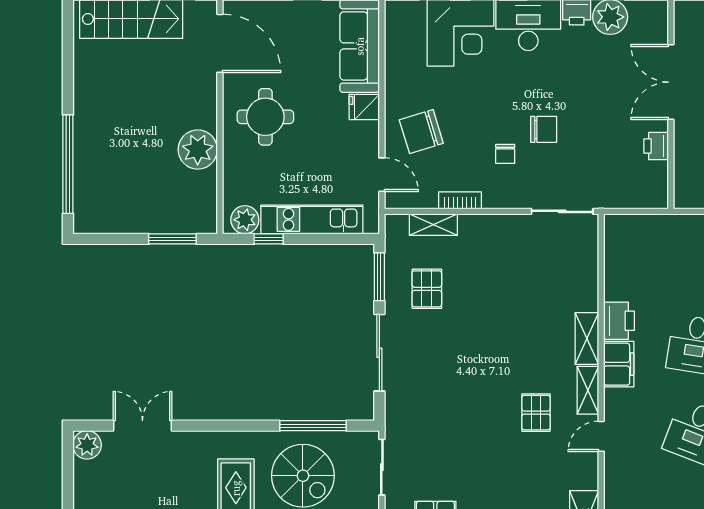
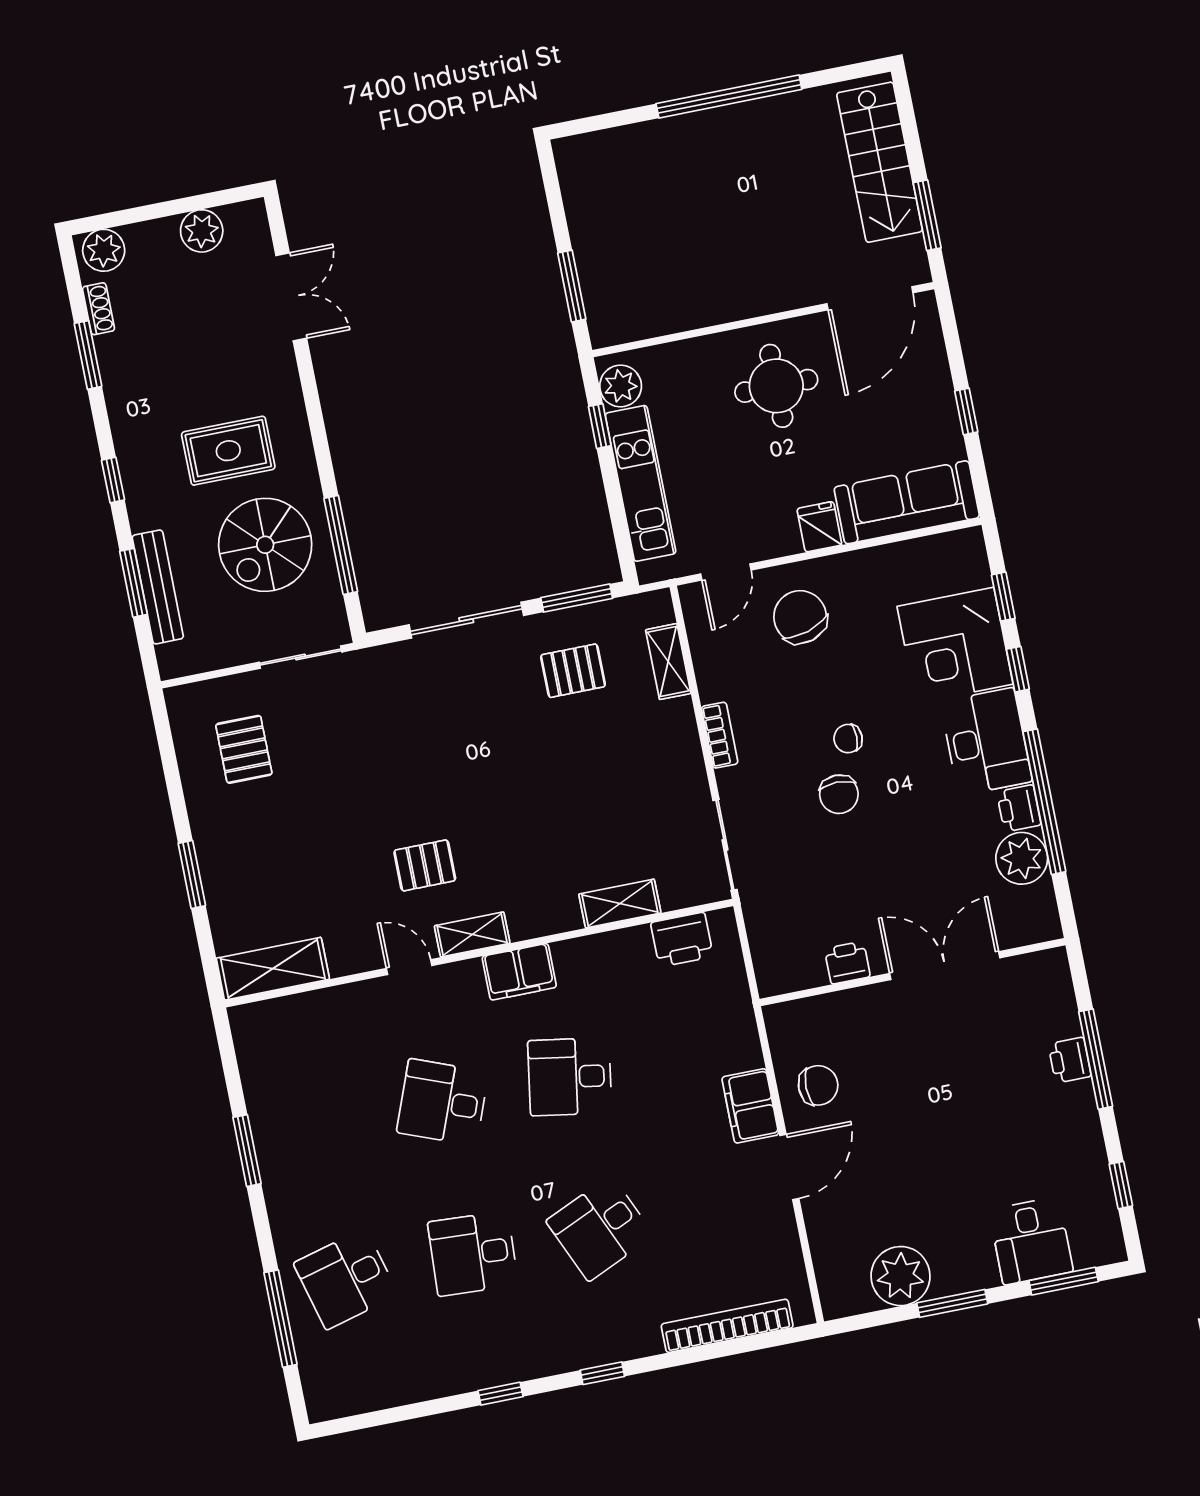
plant: (198, 150) -> (709, 297), removed
chair: (505, 154) -> (848, 739), moved
window: (68, 164) -> (729, 96), moved
bookcase: (460, 200) -> (720, 735), moved
printer: (619, 321) -> (682, 940), moved
shelving: (587, 338) -> (620, 904), moved
plant: (87, 445) -> (202, 231), moved

